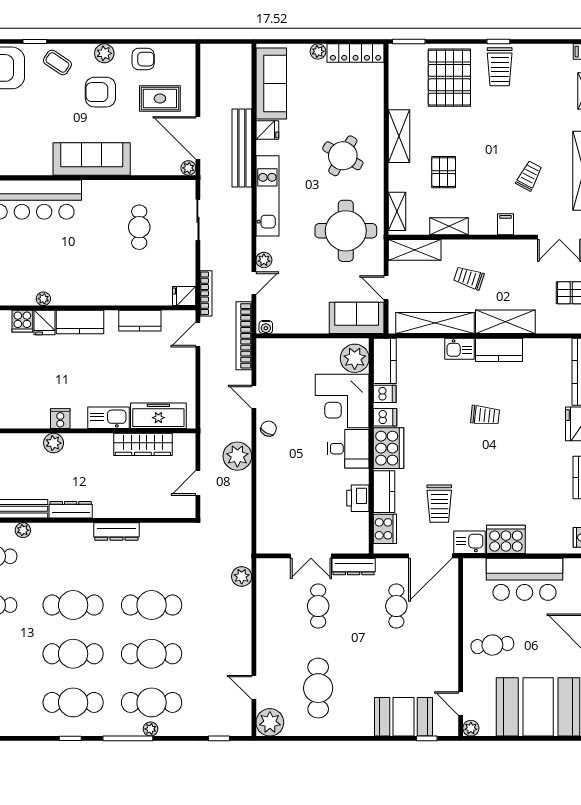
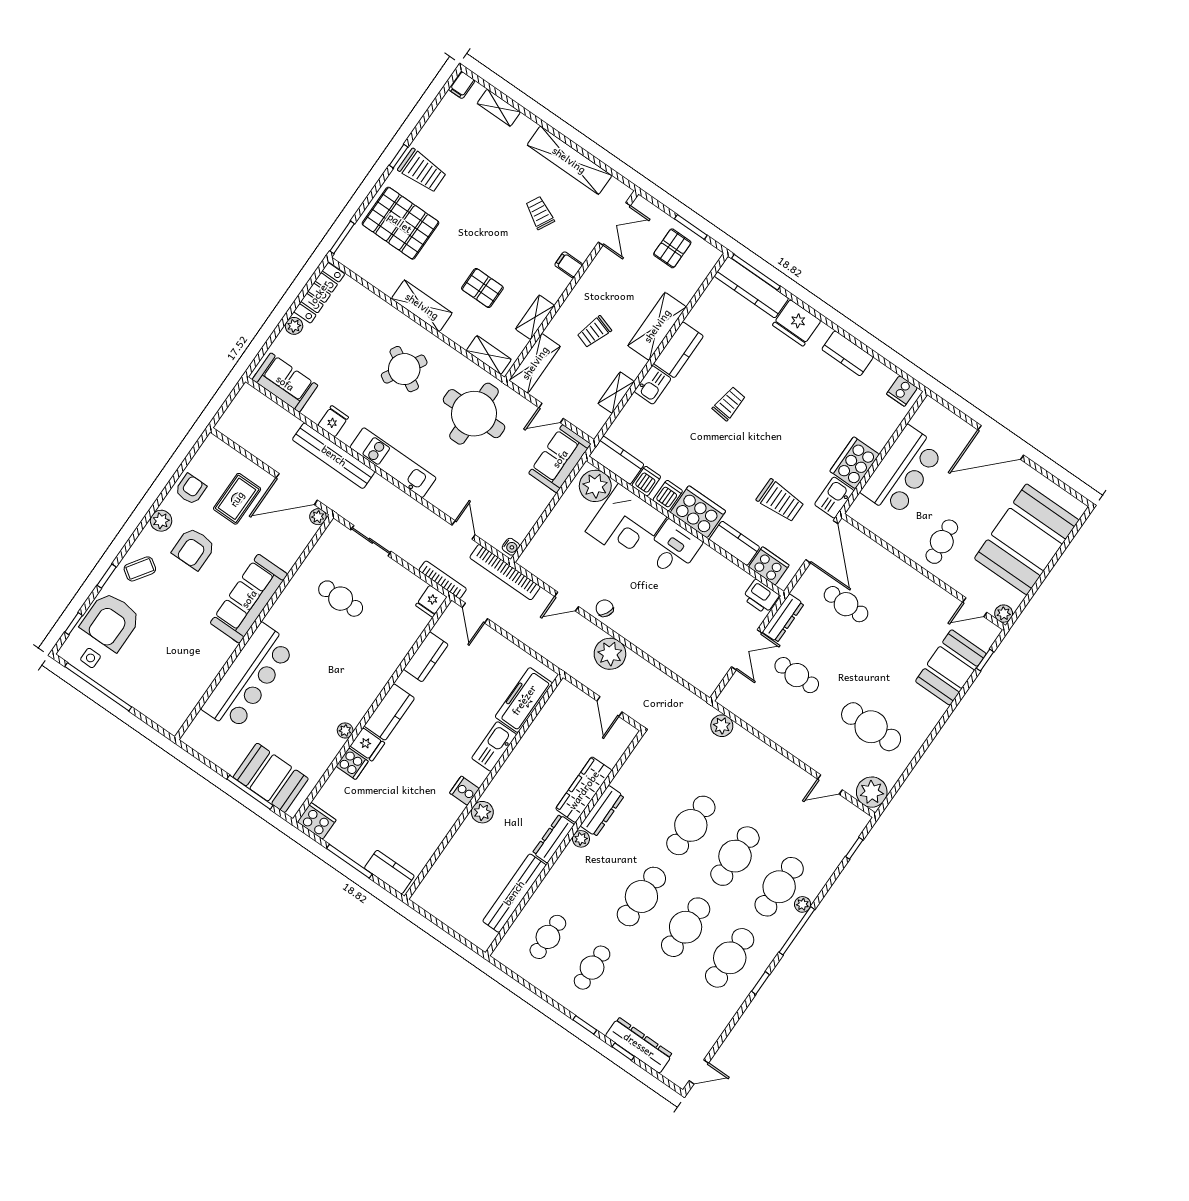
sofa: (271, 84) -> (285, 383), width x0.73
plant: (264, 260) -> (449, 506), removed
shelving: (435, 323) -> (616, 393), width x0.45, depth x0.75
wardrobe: (143, 444) -> (584, 790), moved, turned 180
printer: (358, 498) -> (761, 597), moved
plant: (23, 530) -> (581, 839), moved

